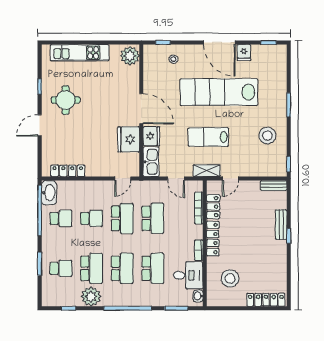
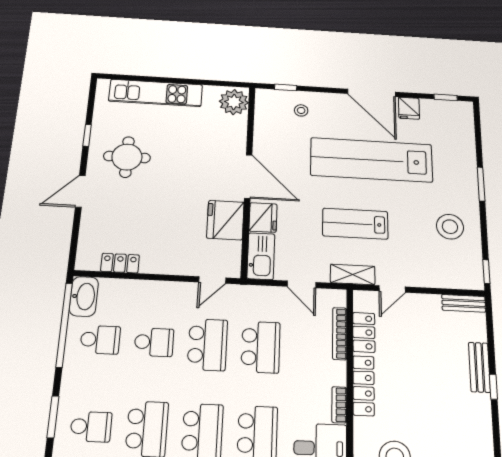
locker: (68, 171) -> (120, 263), width x0.66

